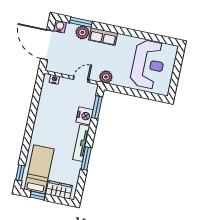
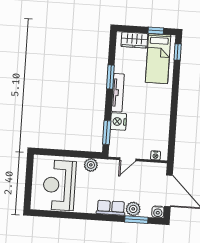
plant: (106, 77) -> (91, 165), moved

